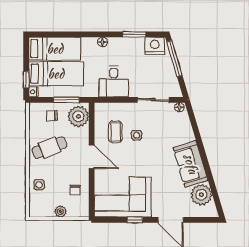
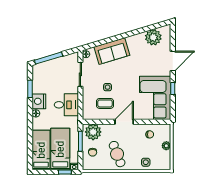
nightstand: (155, 46) -> (39, 101), moved
sofa: (191, 164) -> (112, 51), moved

